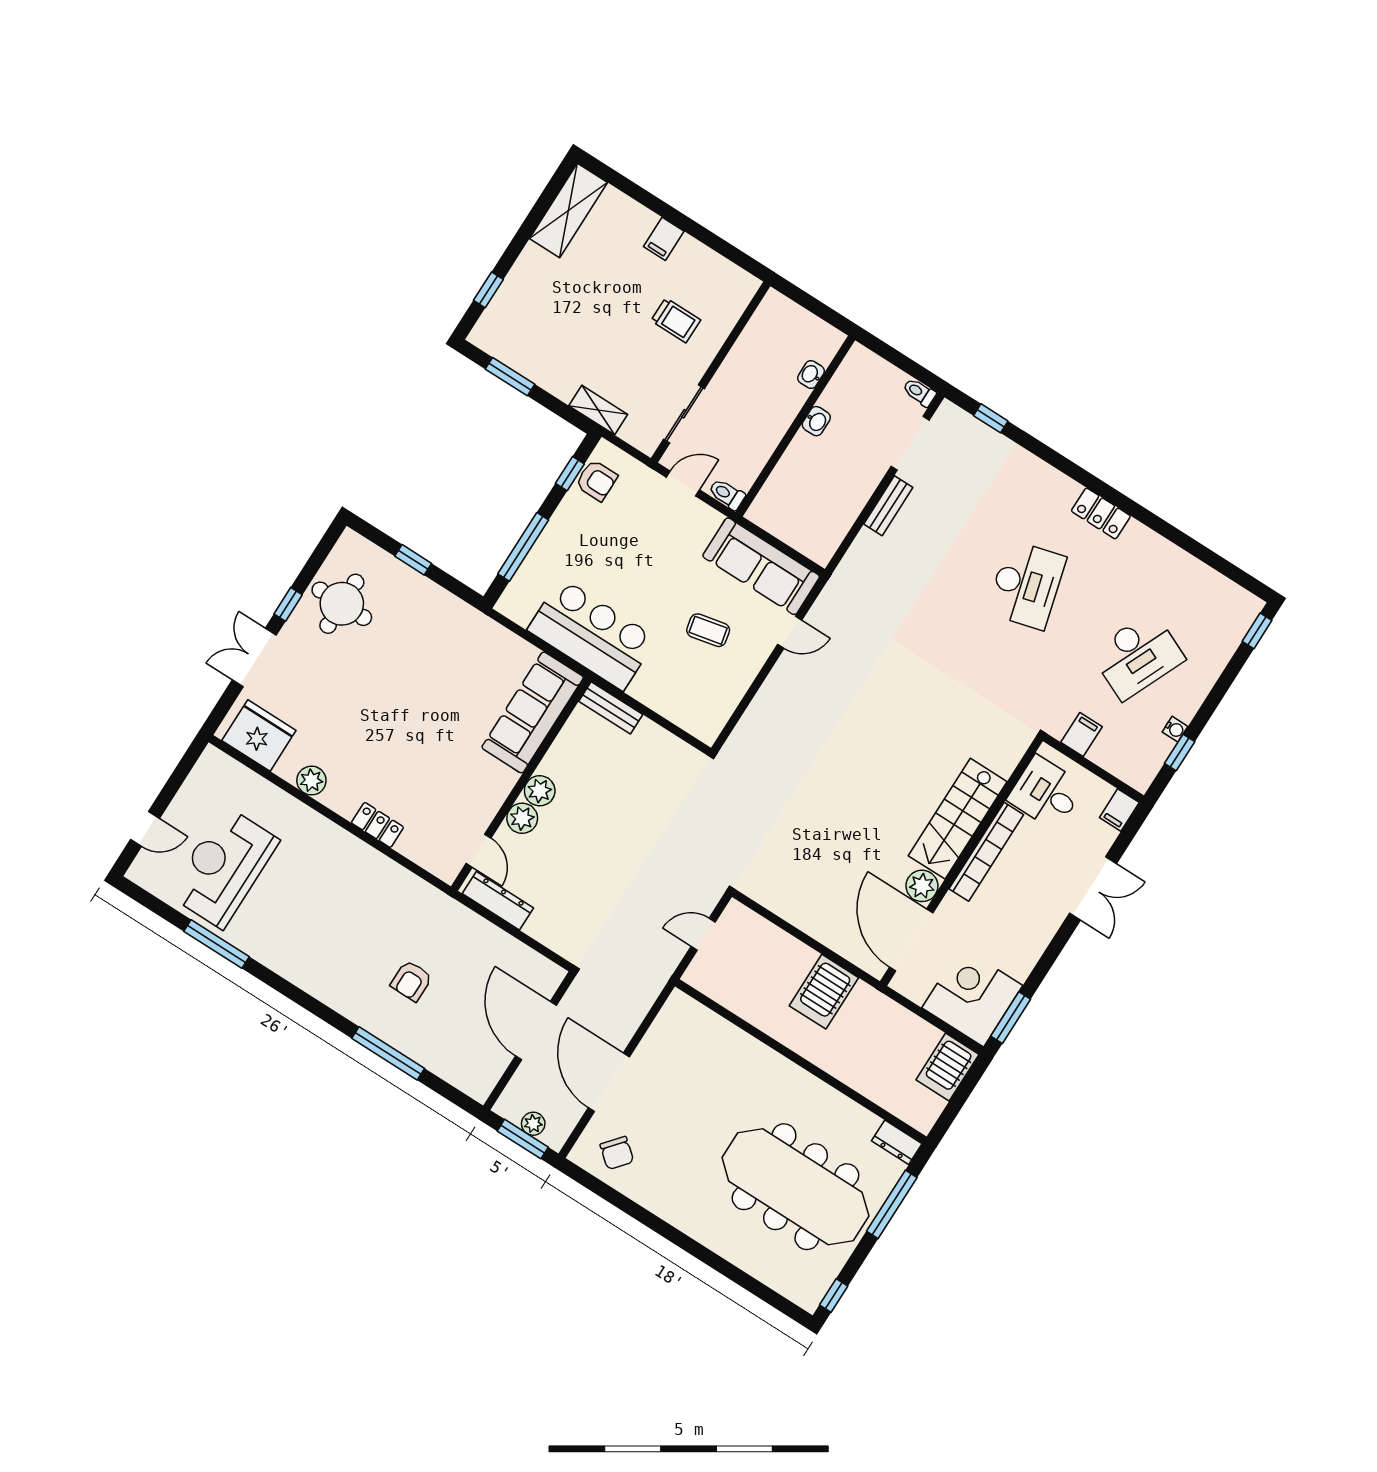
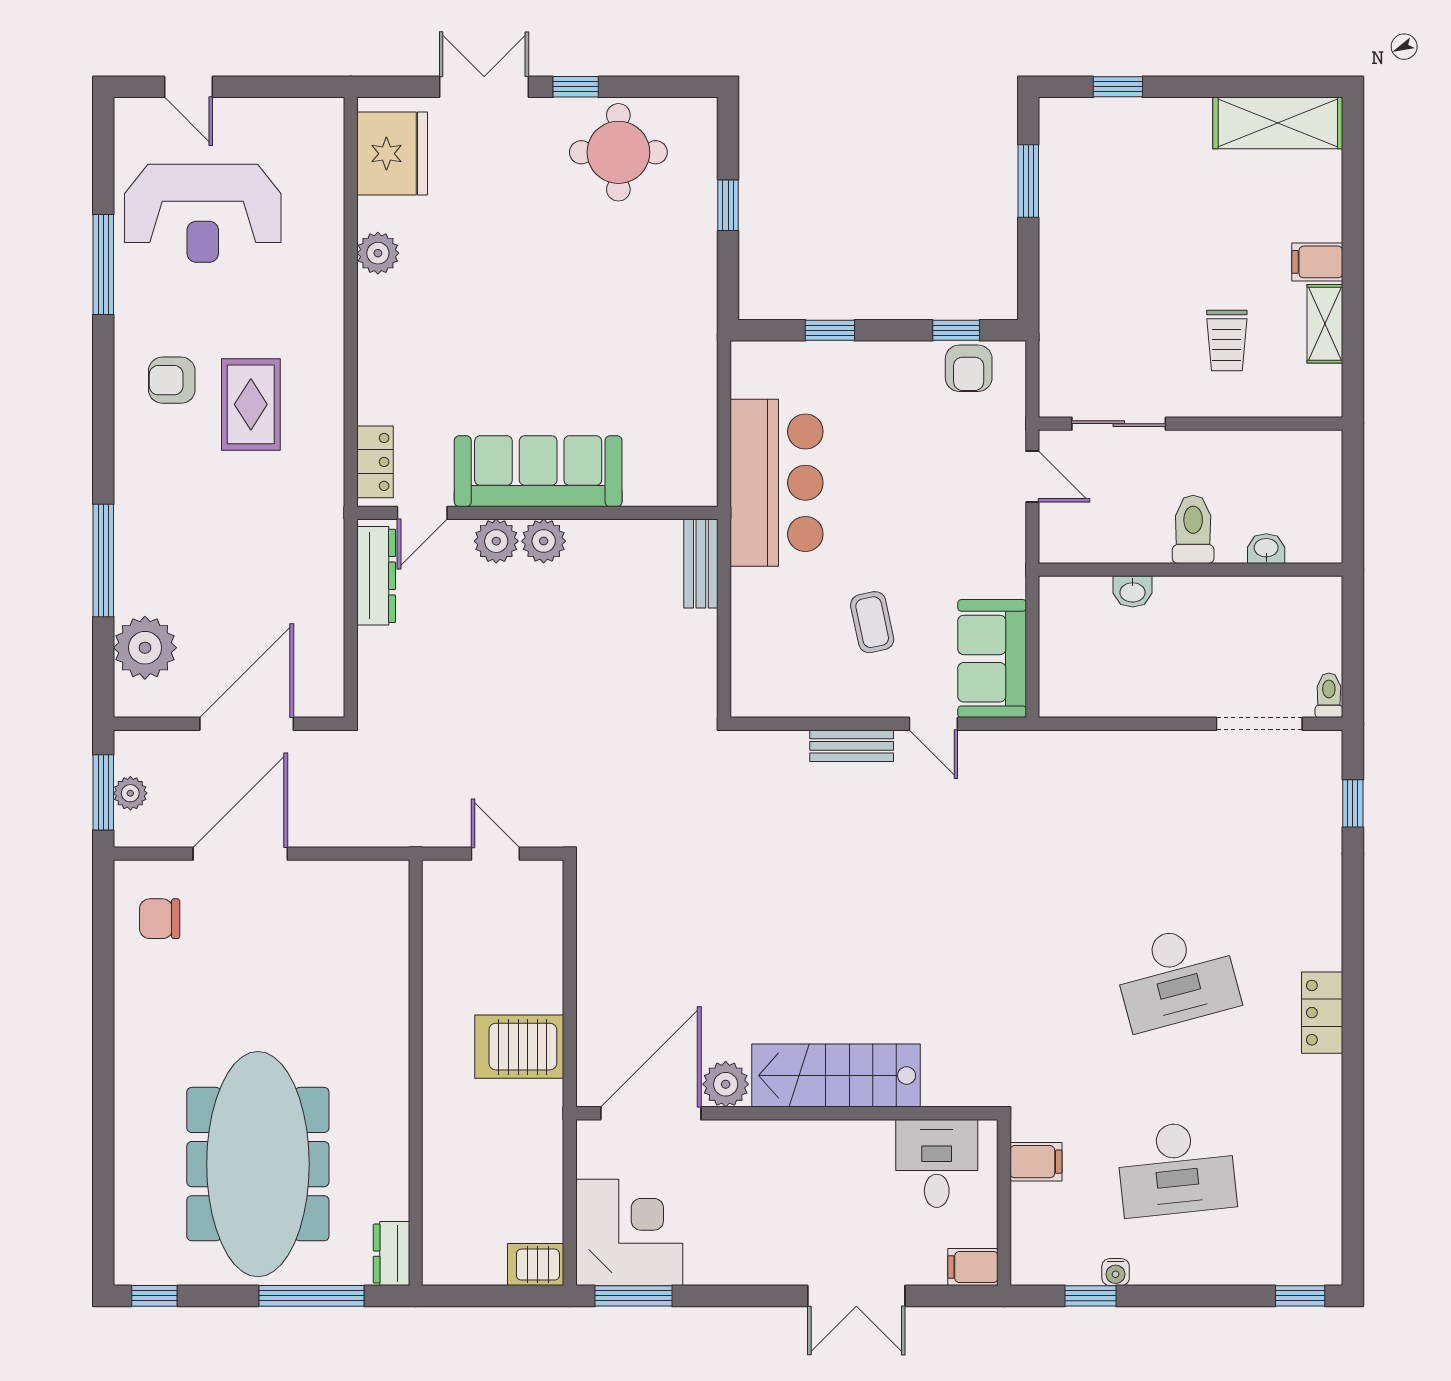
shelving: (598, 410) -> (1325, 324), moved
washbasin: (816, 421) -> (1133, 591), moved
toilet: (727, 494) -> (1193, 529), moved, width x1.37, depth x1.39
bench: (888, 506) -> (852, 746), moved
window: (523, 547) -> (830, 330), width x0.46
sofa: (761, 566) -> (992, 659), width x0.73
desk: (1137, 656) -> (1176, 1169), turned -30
sofa: (533, 712) -> (538, 471), moved
locker: (377, 825) -> (375, 462), moved
bookcase: (986, 852) -> (818, 1136), removed
reception desk: (224, 867) -> (203, 213), turned 180
rug: (352, 910) -> (251, 404), added
armchair: (411, 981) -> (172, 380), moved
plant: (454, 1061) -> (145, 648), added
server rack: (947, 1067) -> (536, 1265), width x0.73, depth x0.70
chair: (617, 1153) -> (160, 919), turned 50

